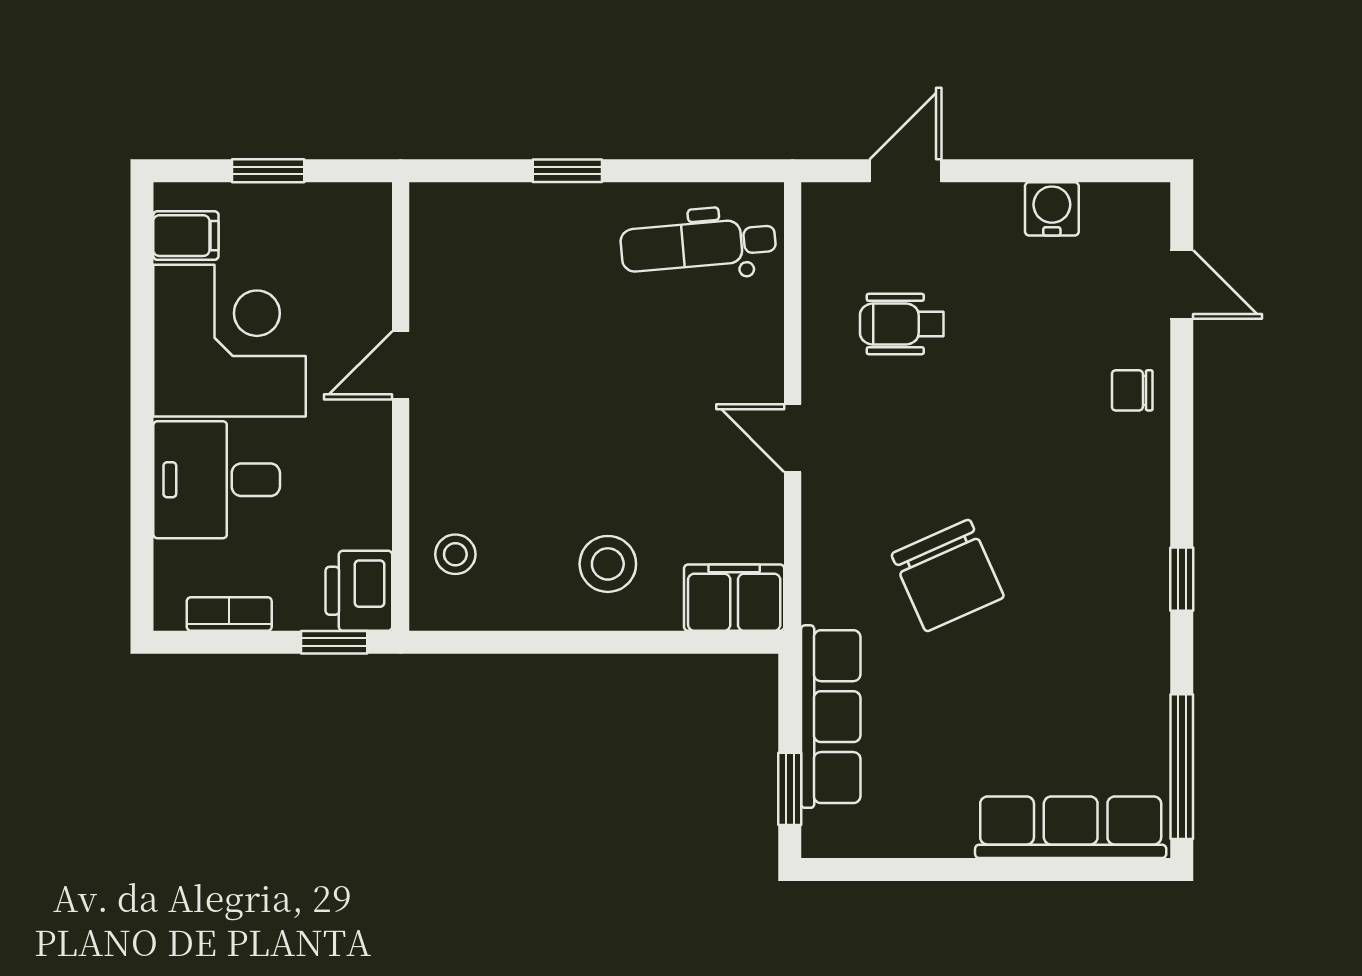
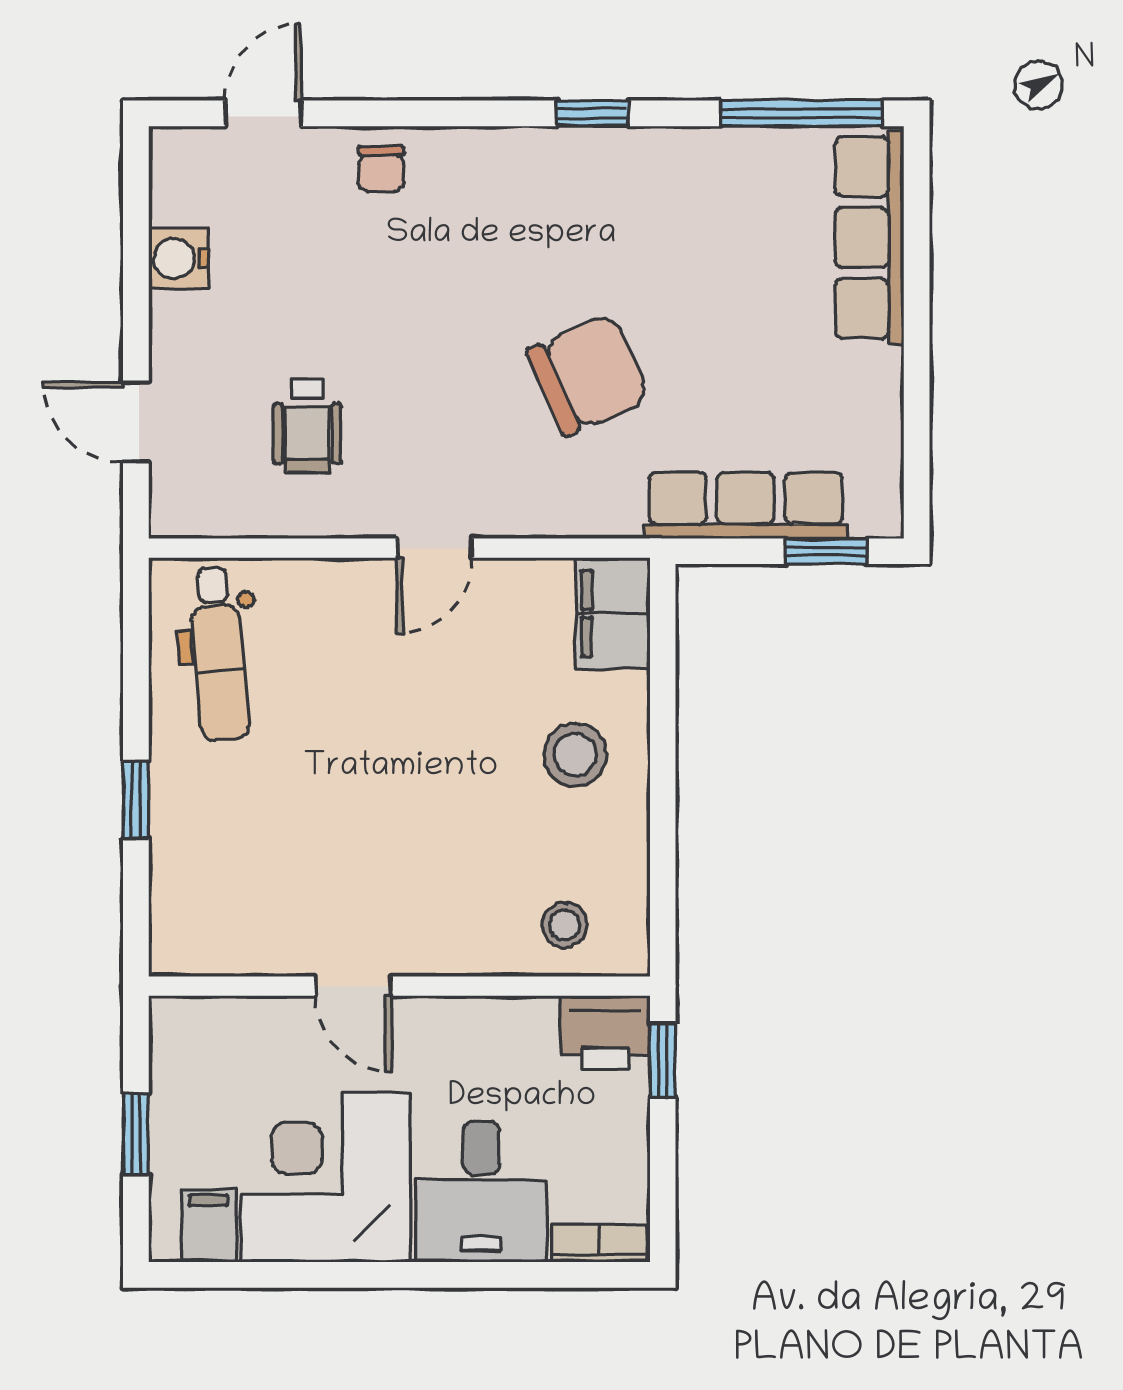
bookcase: (229, 614) -> (599, 1243), moved, turned 90

